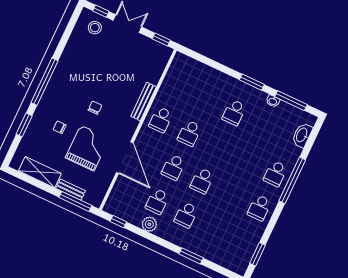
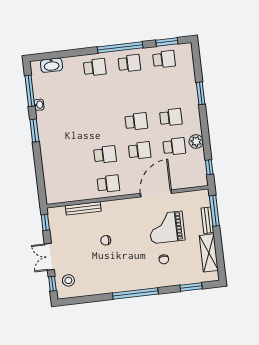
bench: (144, 101) -> (83, 208), moved
chair: (95, 108) -> (106, 240), moved
school desk: (234, 112) -> (164, 59), moved
window: (24, 125) -> (191, 287), moved
window: (292, 180) -> (120, 47), moved

